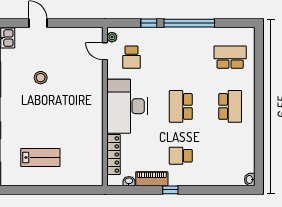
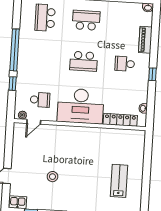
school desk: (181, 156) -> (125, 64), turned 90
piano: (152, 179) -> (145, 40), moved

